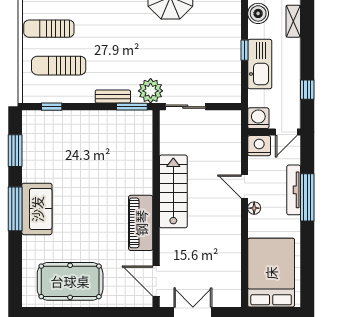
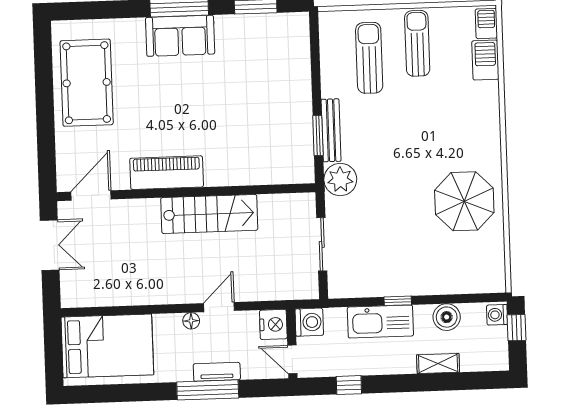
bench: (113, 96) -> (331, 130), width x1.36
window: (52, 107) -> (315, 50), removed
window: (132, 107) -> (318, 136), moved
sliding door: (185, 107) -> (322, 244), moved
tv unit: (294, 190) -> (217, 372), width x0.71

